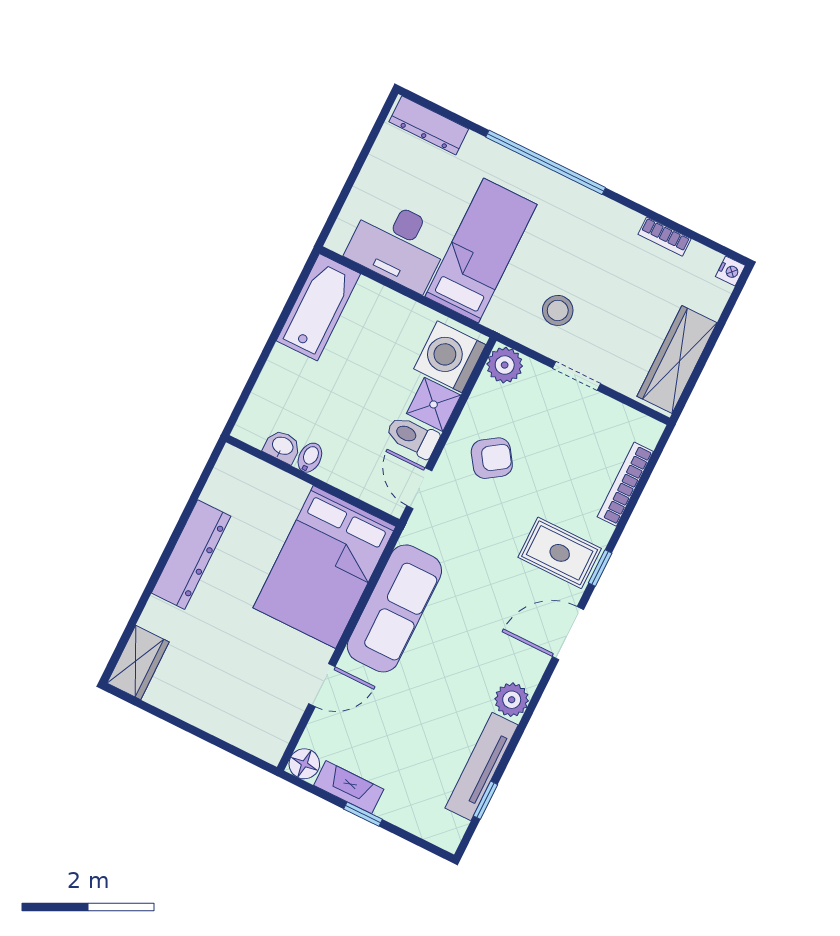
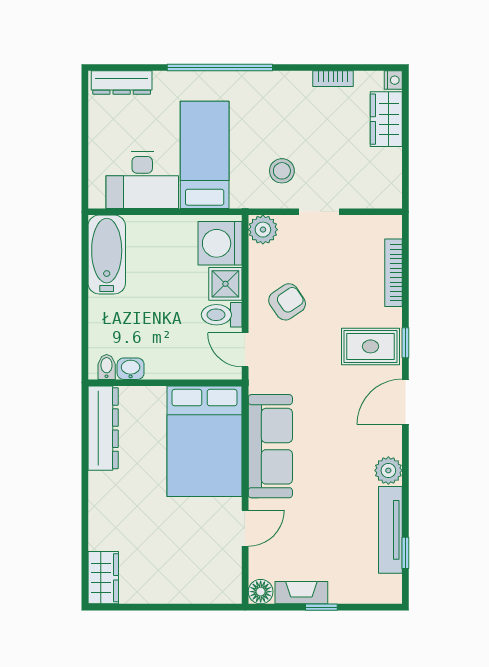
wardrobe: (677, 360) -> (386, 119), moved, width x0.67
bidet: (310, 458) -> (107, 367), moved
dresser: (191, 555) -> (103, 428), moved

